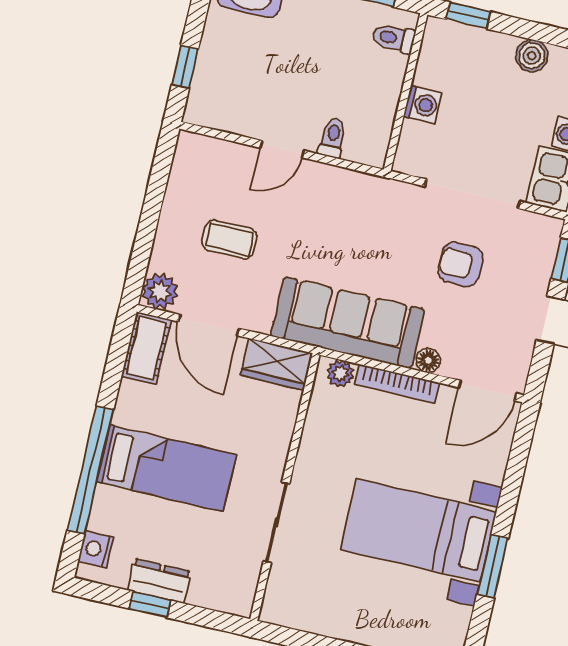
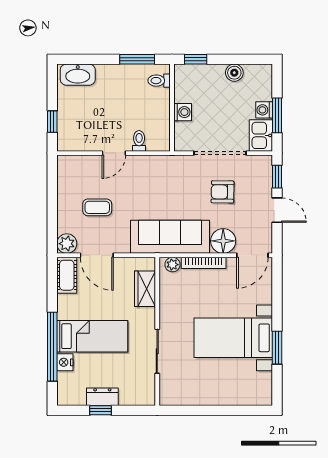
floor lamp: (428, 361) -> (223, 241), width x1.89, depth x1.89
wardrobe: (276, 364) -> (145, 289), moved, turned 90
nightstand: (96, 549) -> (65, 362), moved

